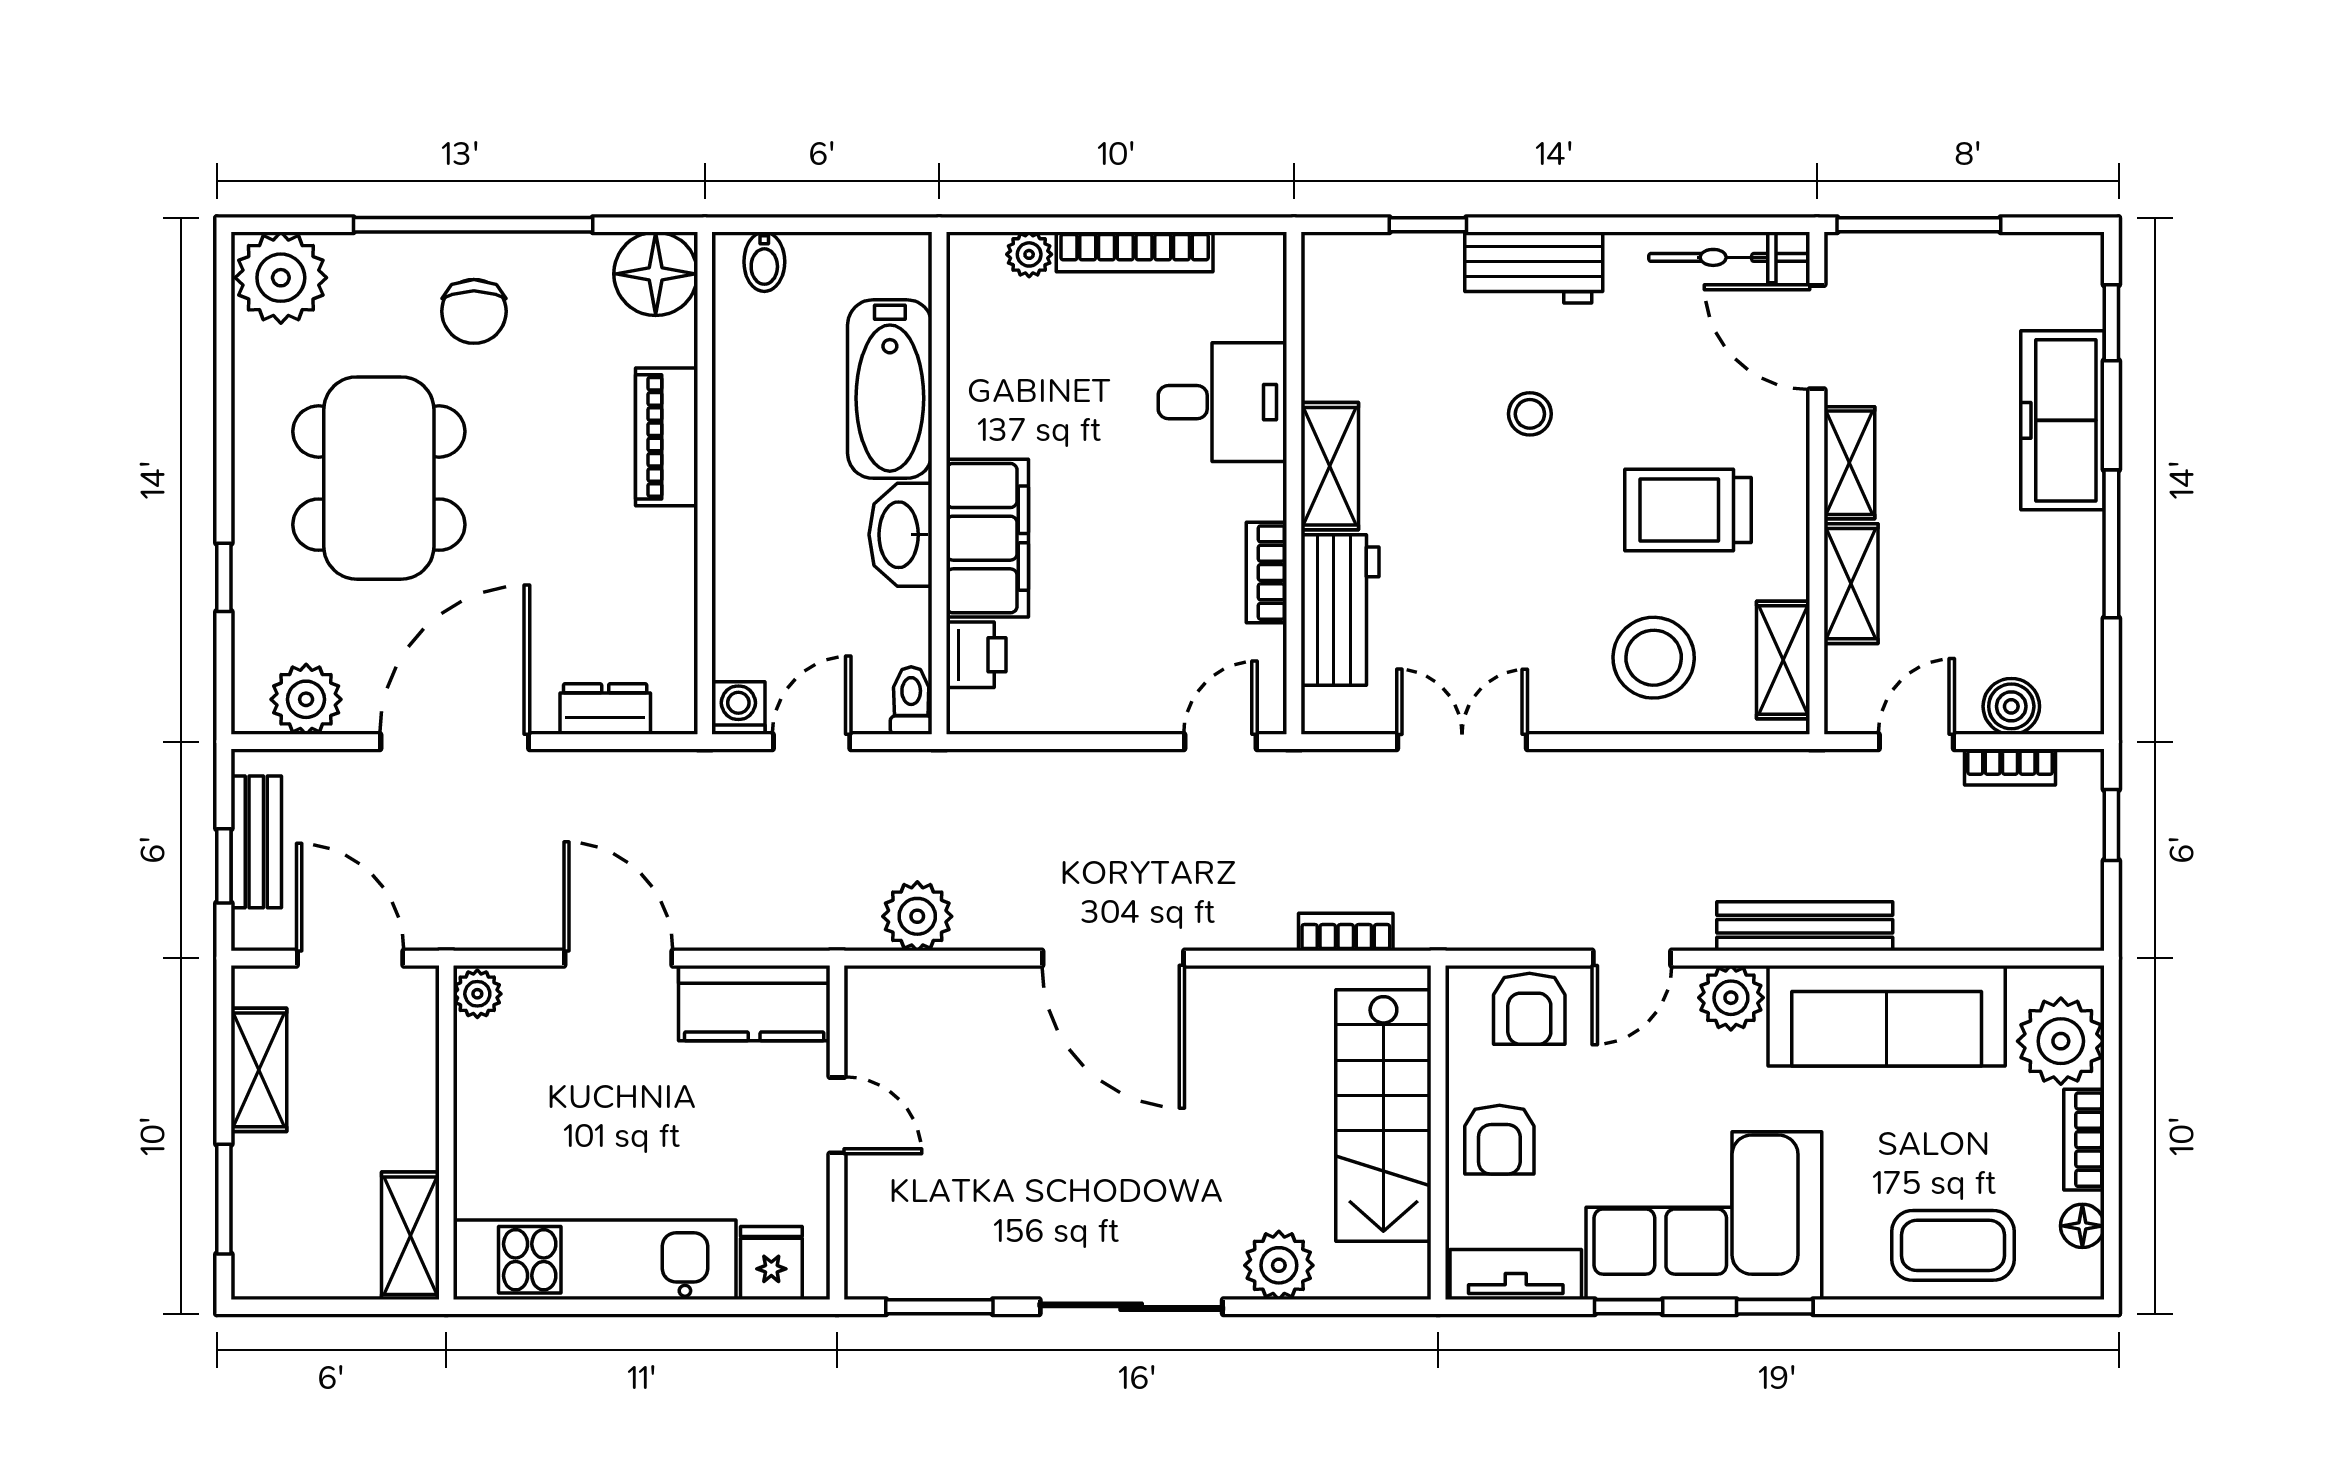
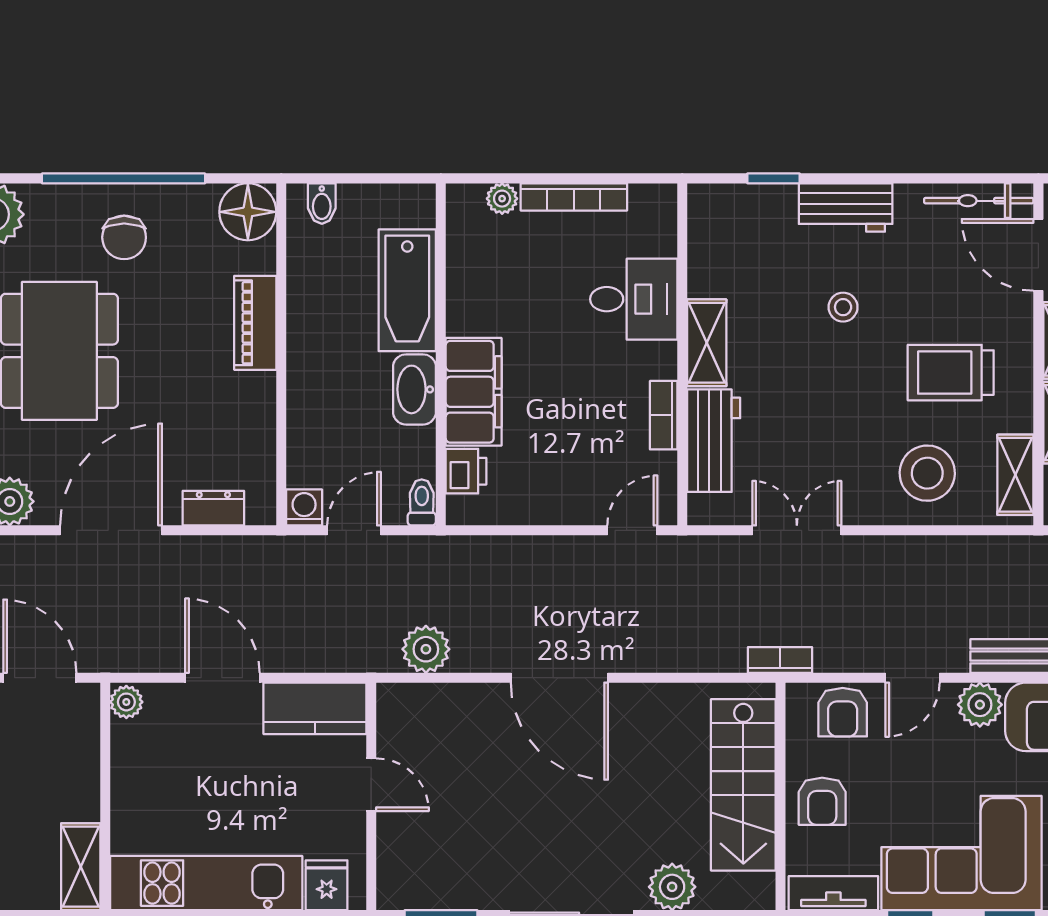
bookcase: (1346, 932) -> (780, 660), moved

